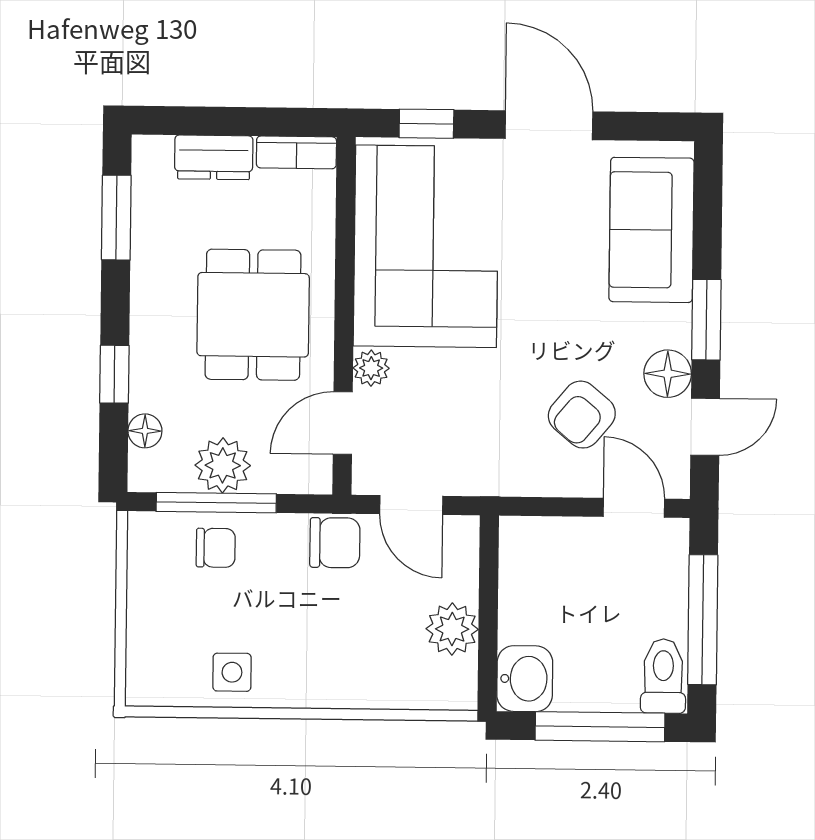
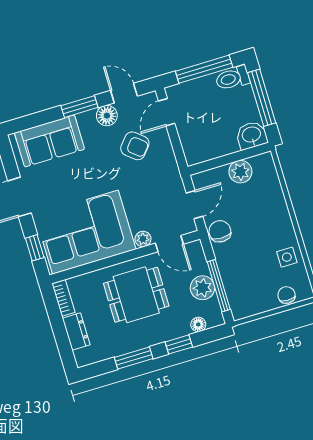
window: (116, 218) -> (134, 358), moved
chair: (216, 548) -> (287, 295), moved

